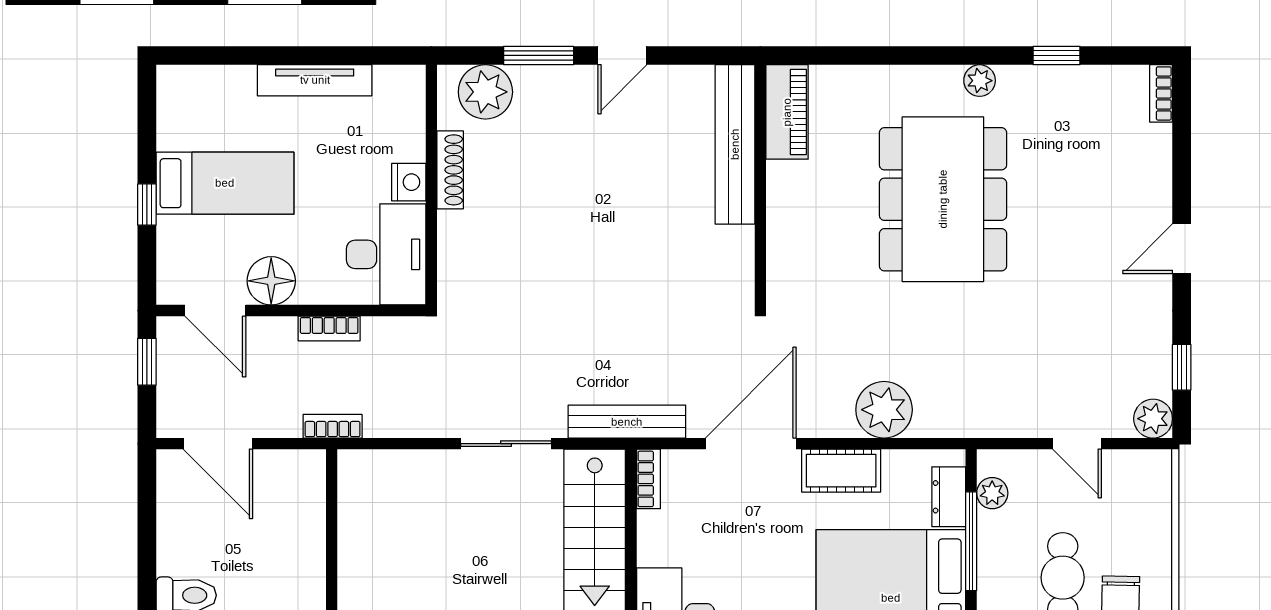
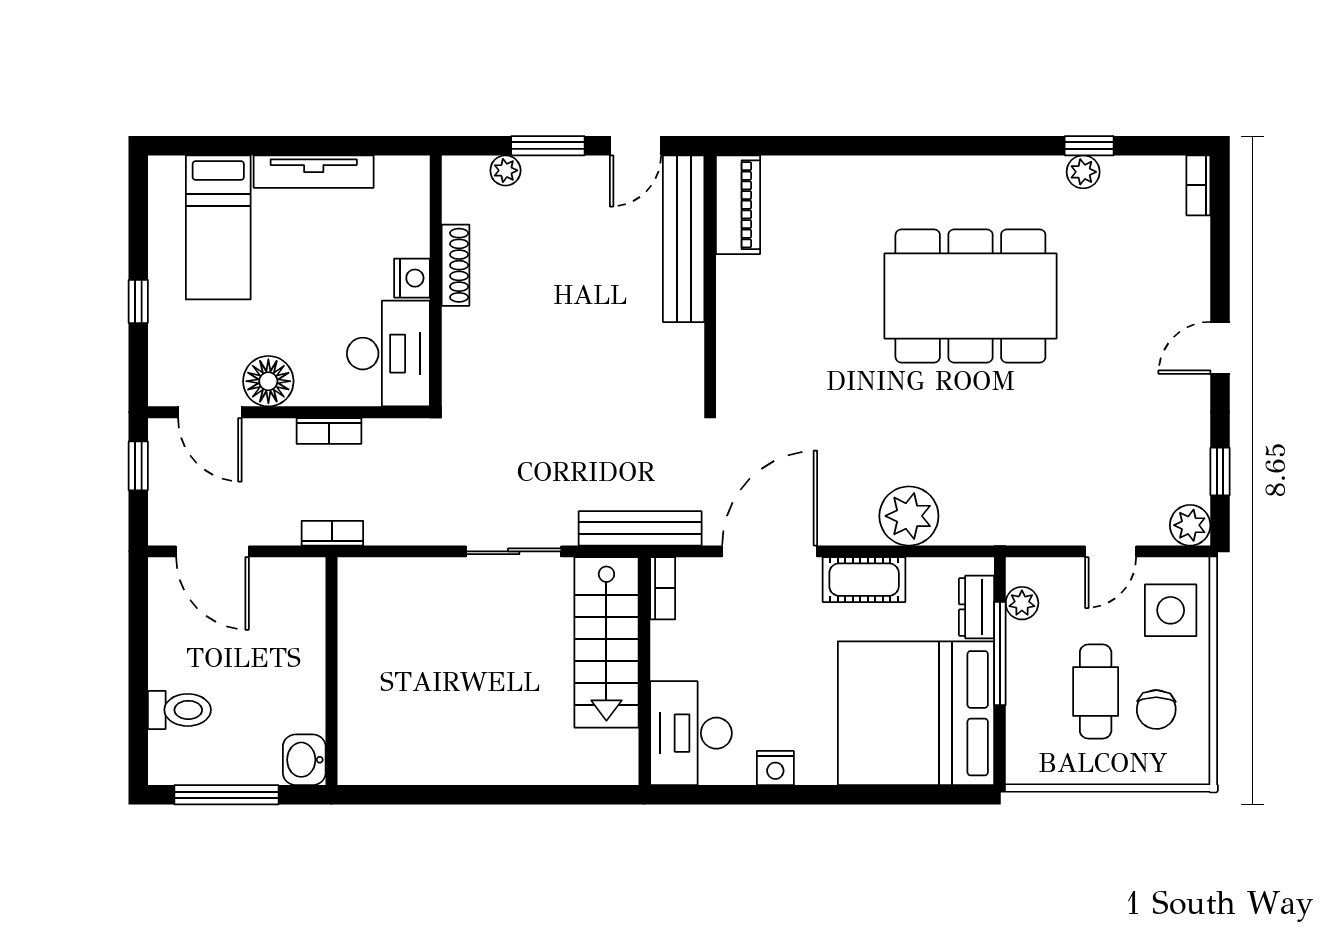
plant: (980, 81) -> (1083, 172), moved
plant: (485, 92) -> (505, 170), width x0.53, depth x0.53
piano: (787, 112) -> (738, 205), moved
bench: (735, 144) -> (684, 239), moved
bed: (225, 183) -> (218, 227), moved, turned 90
wall: (760, 185) -> (710, 281), moved
dining table: (943, 199) -> (970, 296), turned 90
door: (1077, 444) -> (1111, 551), hinge flipped
side table: (1134, 500) -> (1171, 610), added

